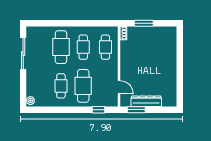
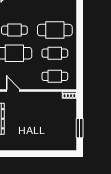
window: (144, 23) -> (80, 128), moved
door: (119, 87) -> (13, 90), swing flipped

